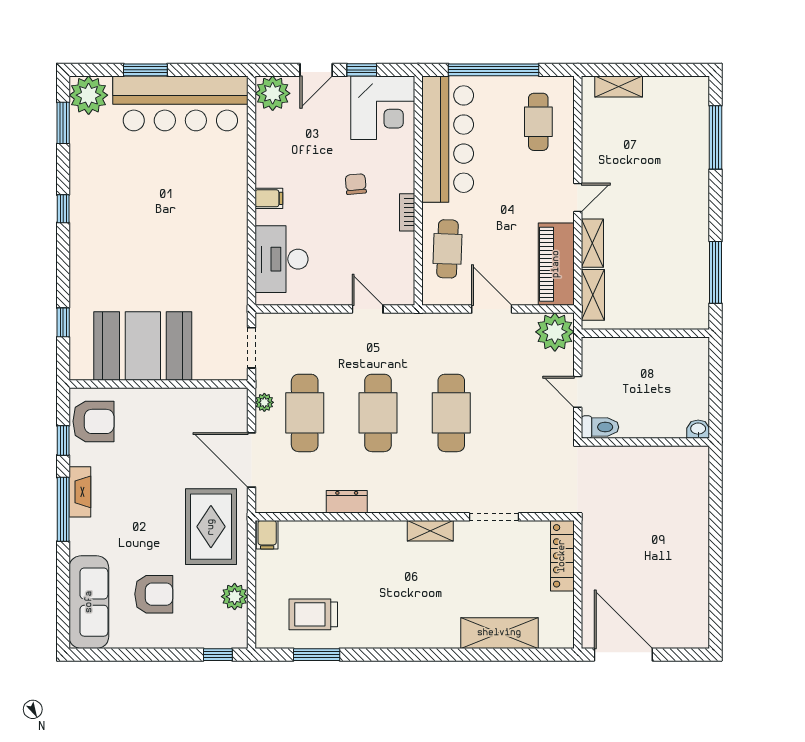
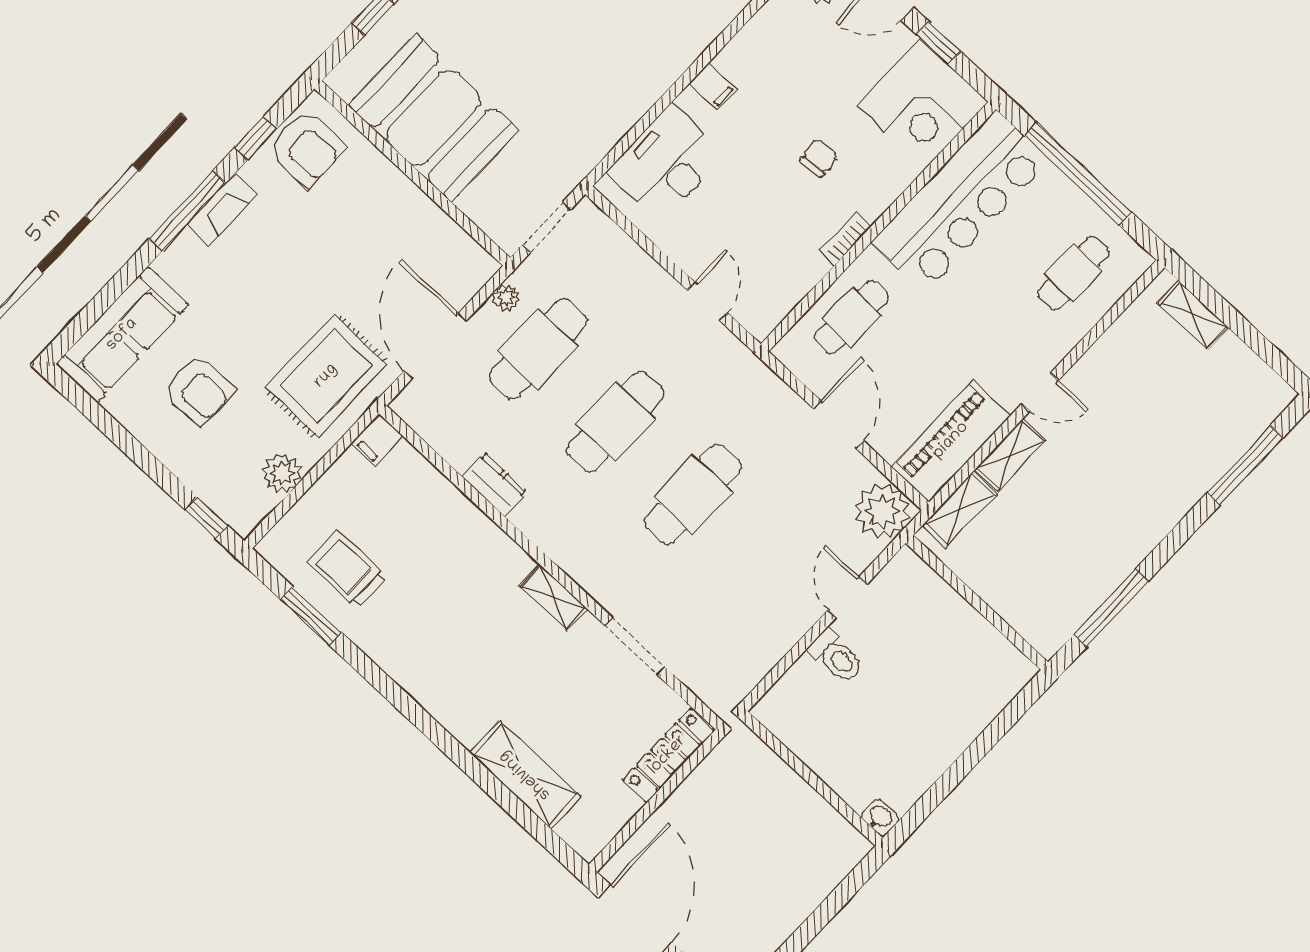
washbasin: (698, 429) -> (880, 817), moved
wall: (645, 442) -> (812, 779), moved

